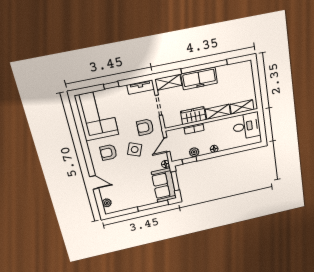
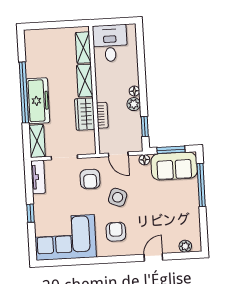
armchair: (108, 152) -> (116, 232), turned 180
plant: (194, 152) -> (134, 104), moved

